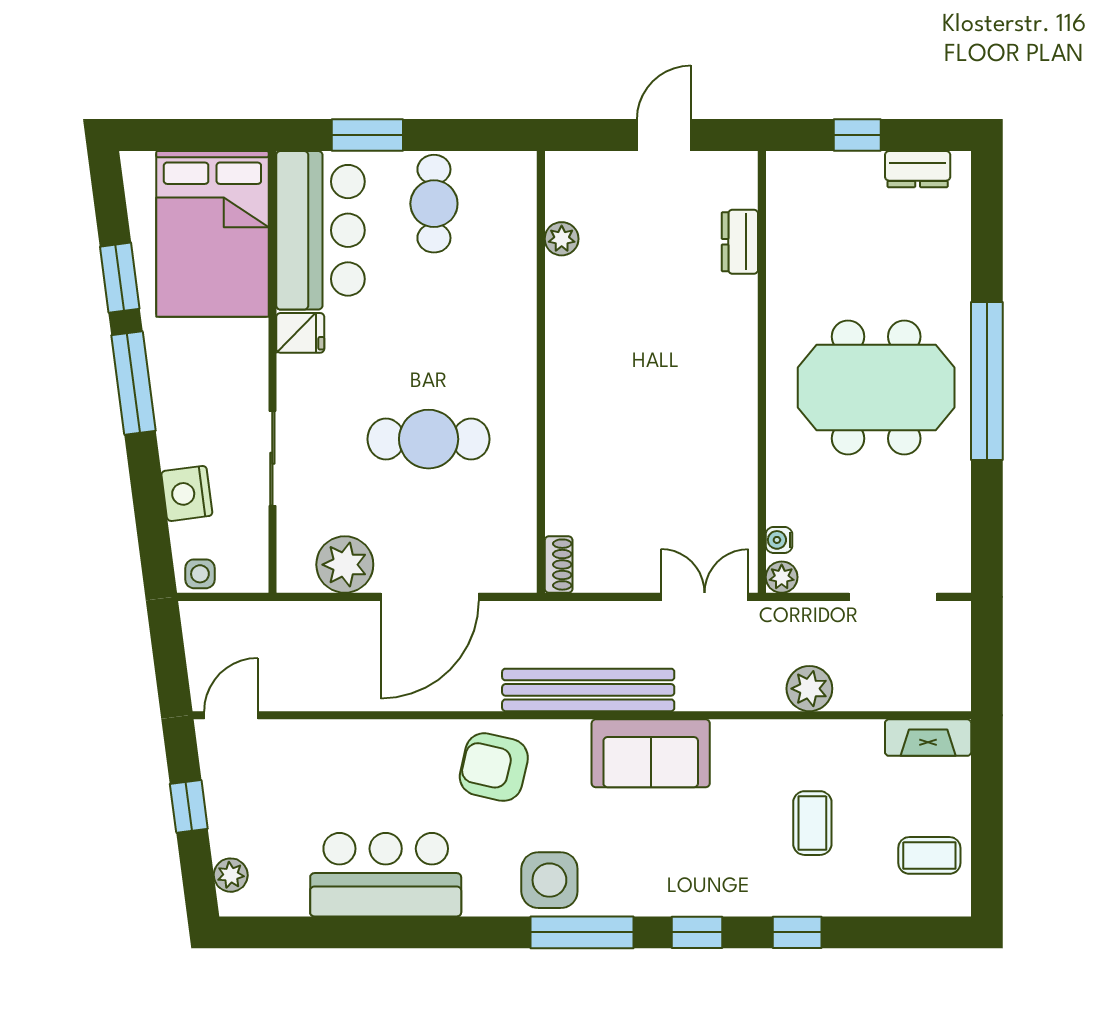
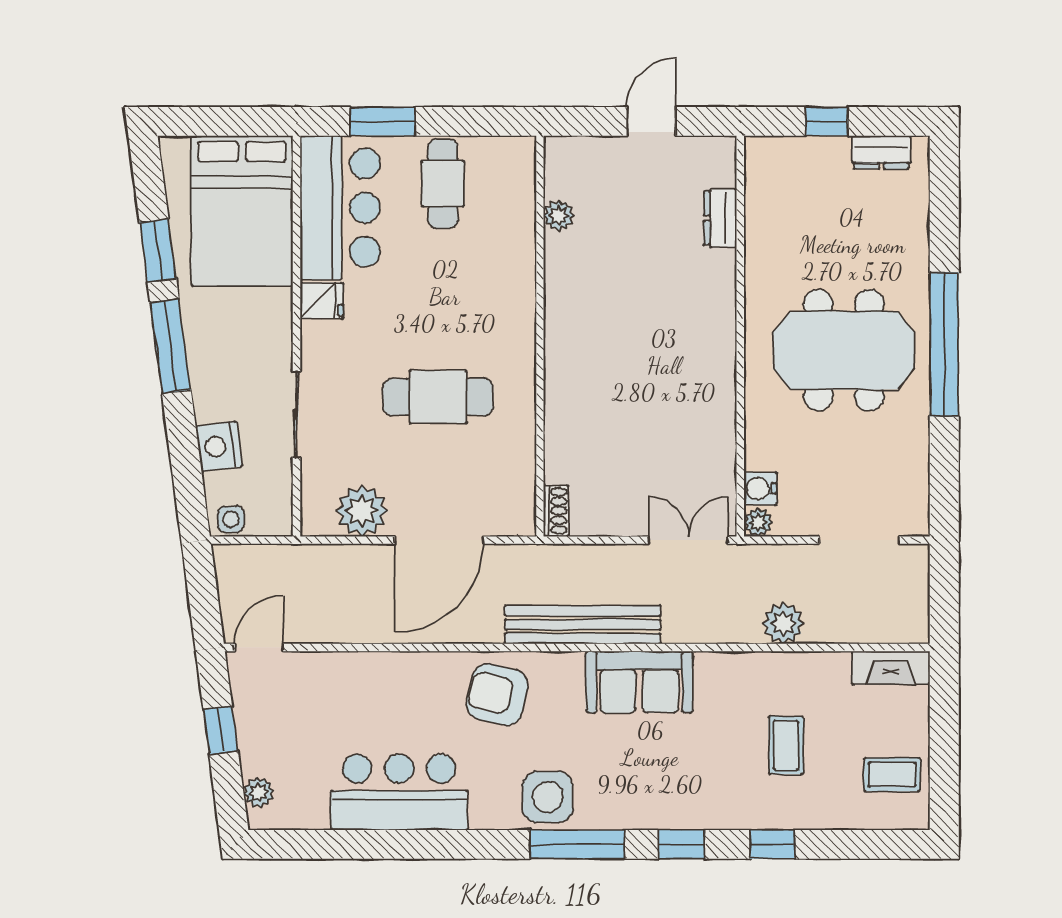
water cooler: (779, 540) -> (760, 489), width x1.38, depth x1.38

